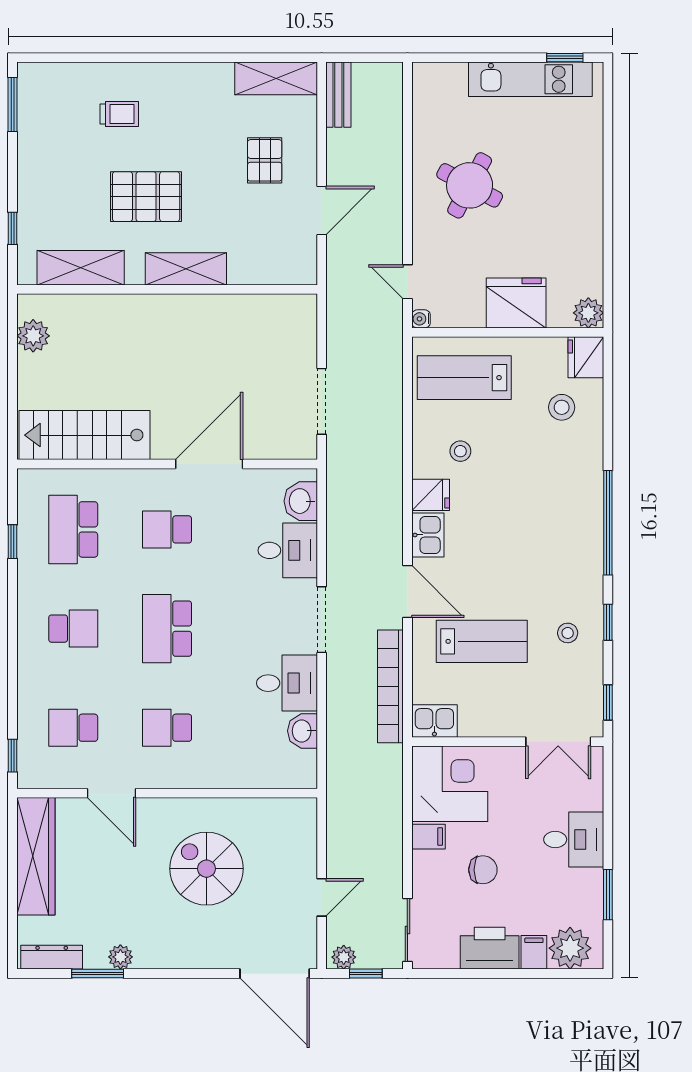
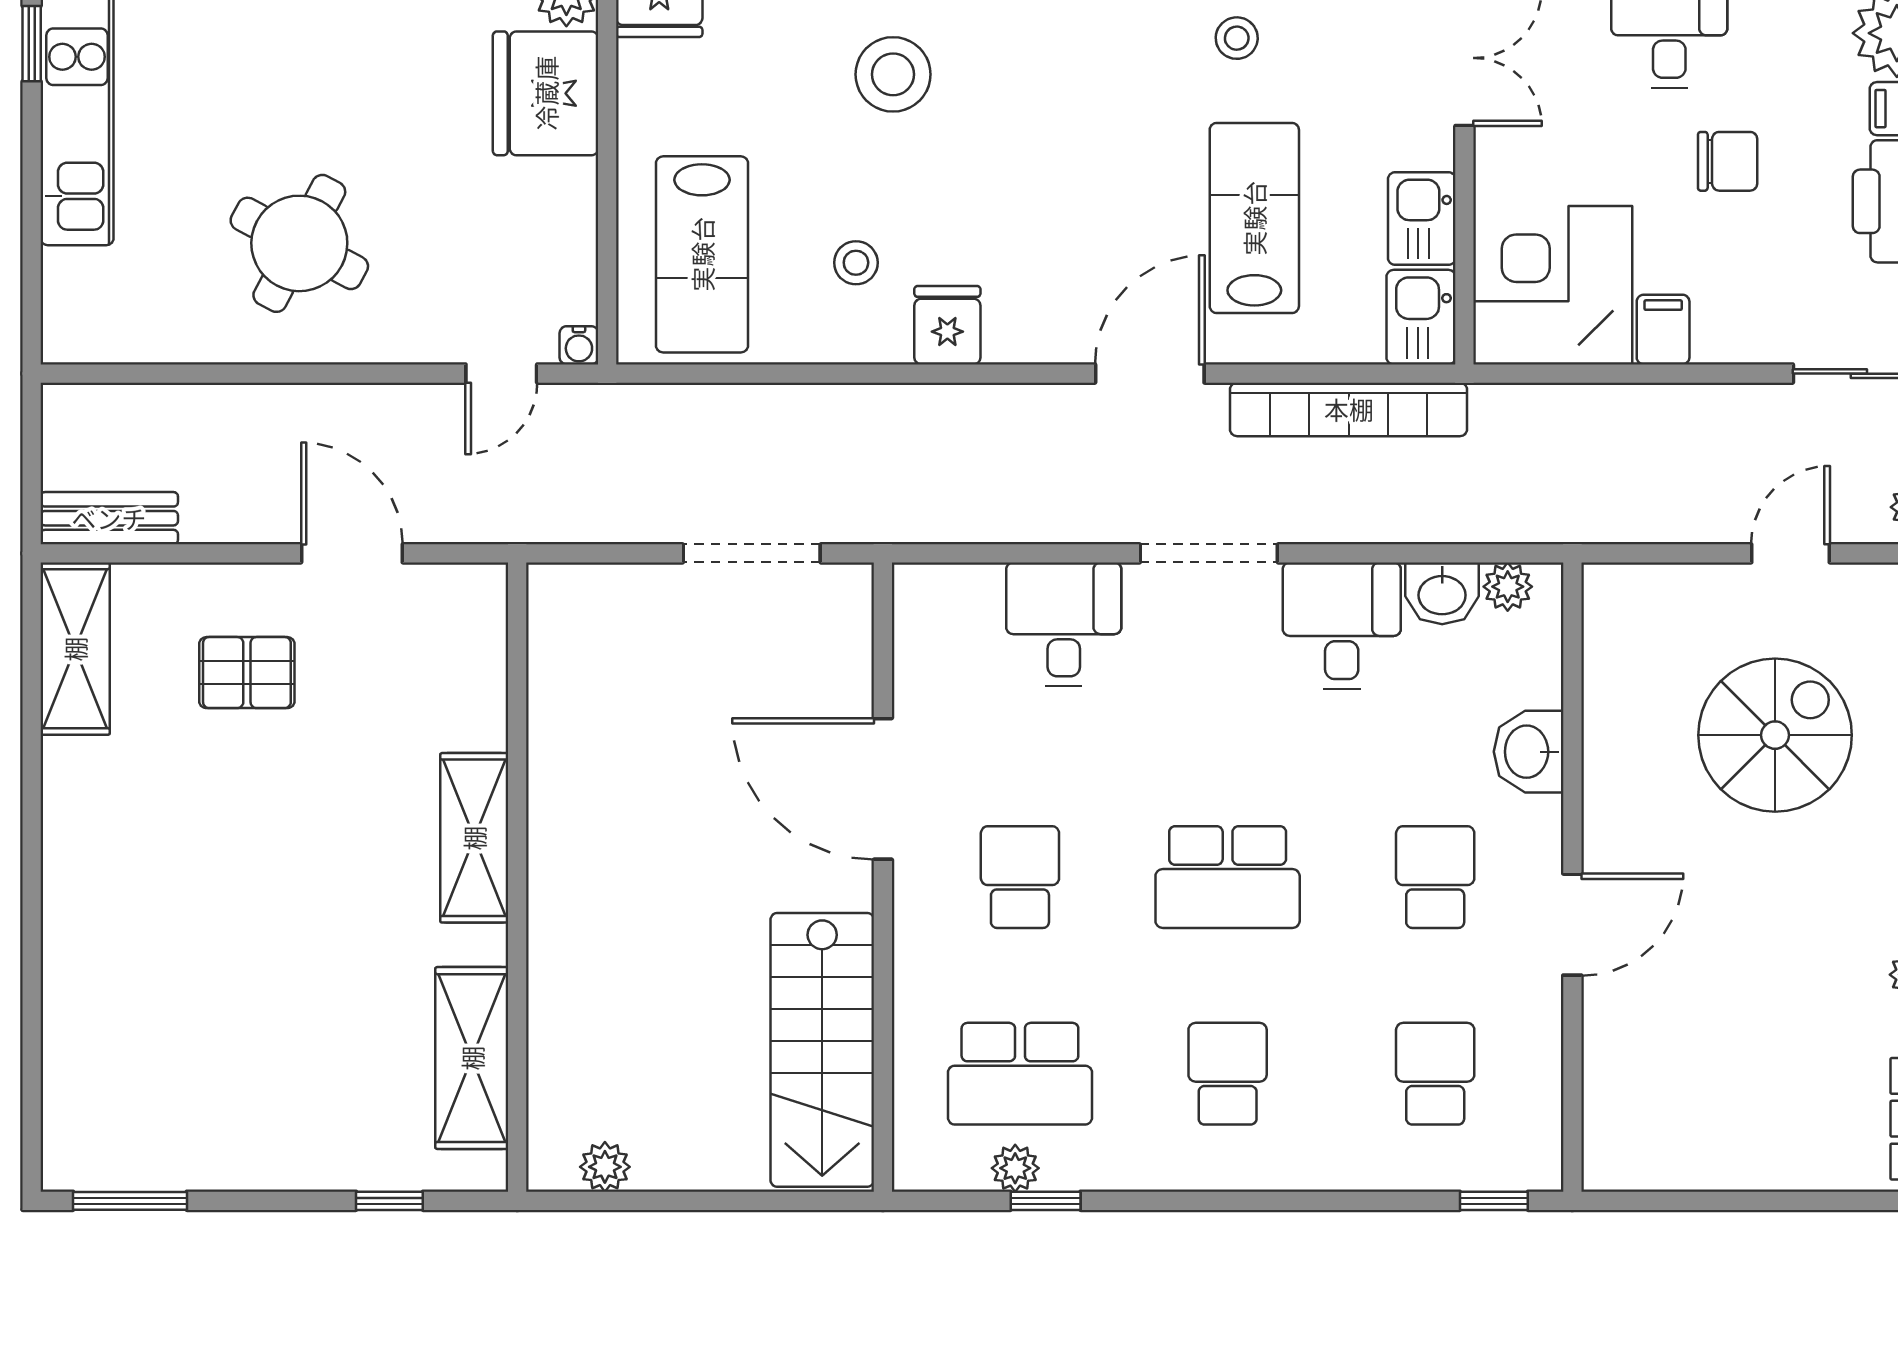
trolley: (119, 114) -> (150, 977), removed
pallet: (146, 197) -> (323, 921), removed
fridge: (516, 303) -> (546, 93), moved
plant: (33, 336) -> (605, 1167), width x0.73, depth x0.73
stool: (562, 407) -> (893, 74), moved, width x1.38, depth x1.38
washbasin: (301, 501) -> (1529, 752), moved, turned 90
plant: (28, 527) -> (1015, 1168), added
school desk: (167, 529) -> (1020, 877), turned 180
kitchen sink: (428, 535) -> (1422, 219), moved, turned -90
school desk: (73, 728) -> (1435, 1074), turned 180
school desk: (167, 728) -> (1435, 877), turned 180
plant: (306, 762) -> (1508, 587), added
door: (112, 793) -> (1572, 925), moved
wardrobe: (36, 856) -> (1704, 1152), removed
spiral stairs: (206, 869) -> (1775, 735), moved, turned 180
chair: (483, 870) -> (1728, 161), moved, turned 90
door: (322, 897) -> (1791, 553), hinge flipped

